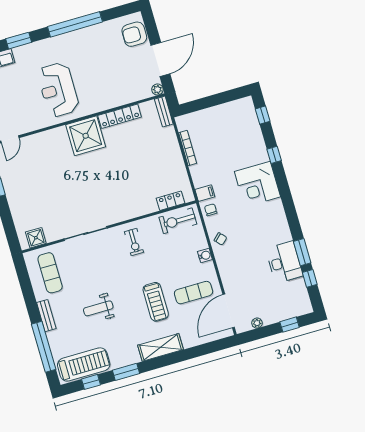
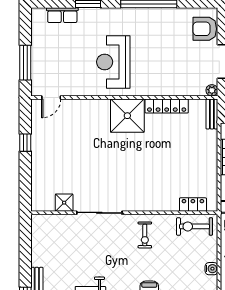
shower: (36, 238) -> (64, 203), moved
exercise mat: (50, 273) -> (53, 242), removed

